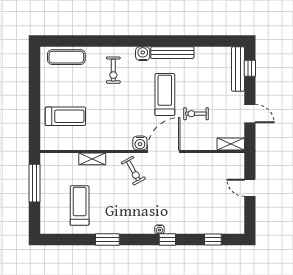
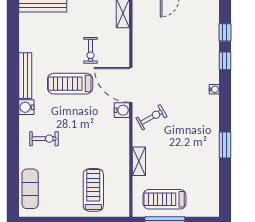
treadmill: (80, 206) -> (165, 199), moved
window: (167, 240) -> (225, 61), moved

